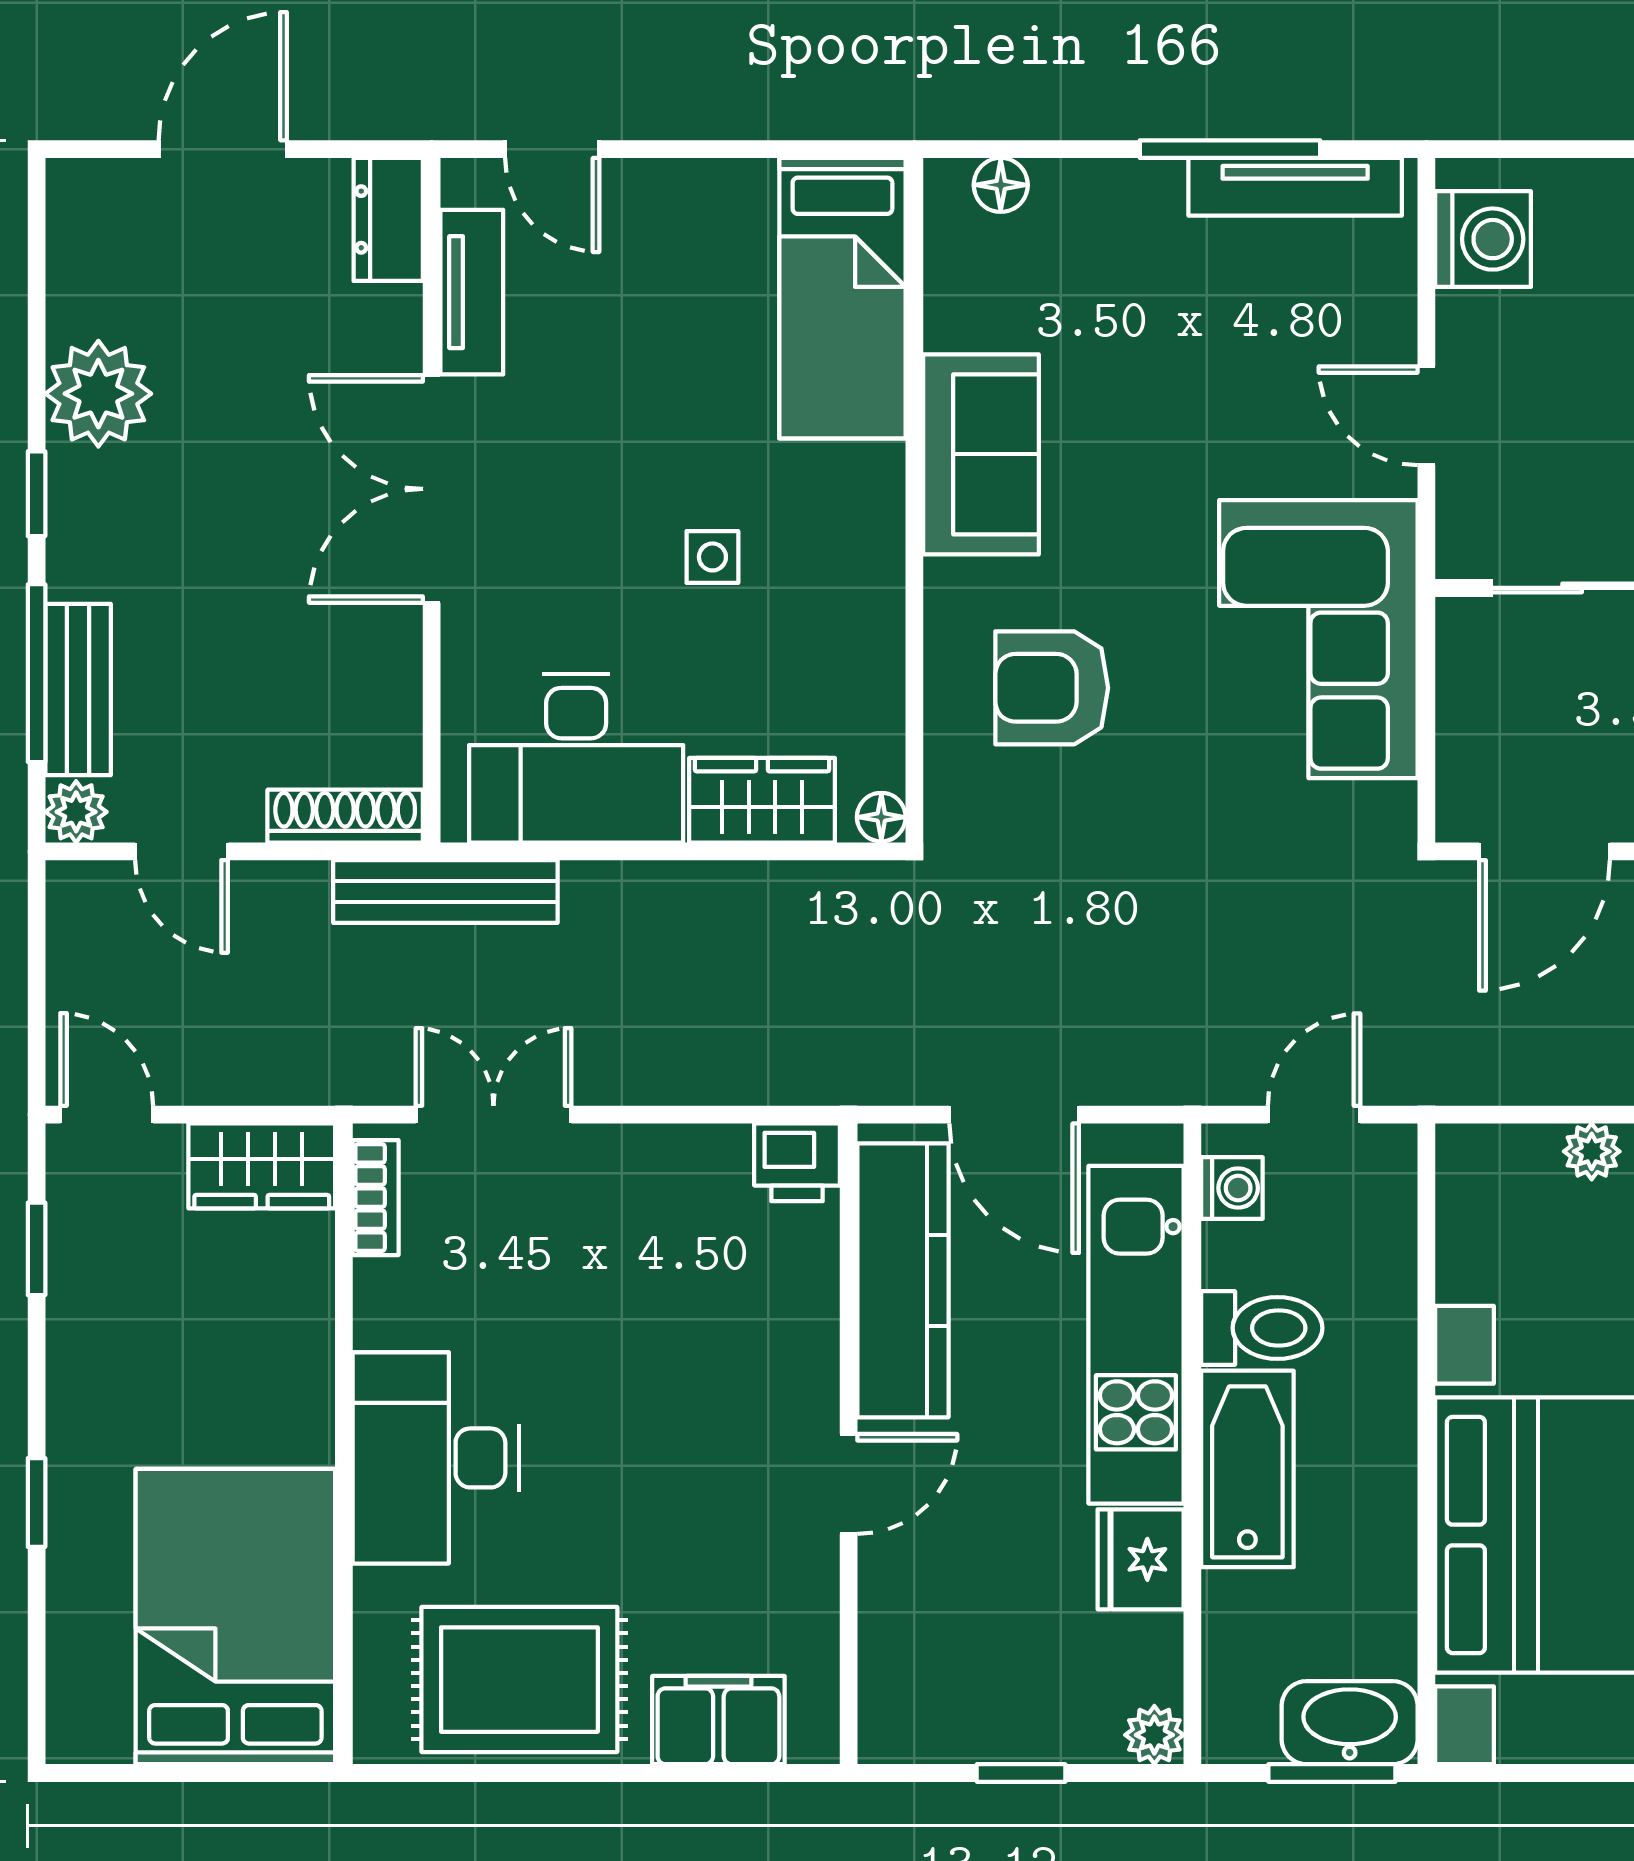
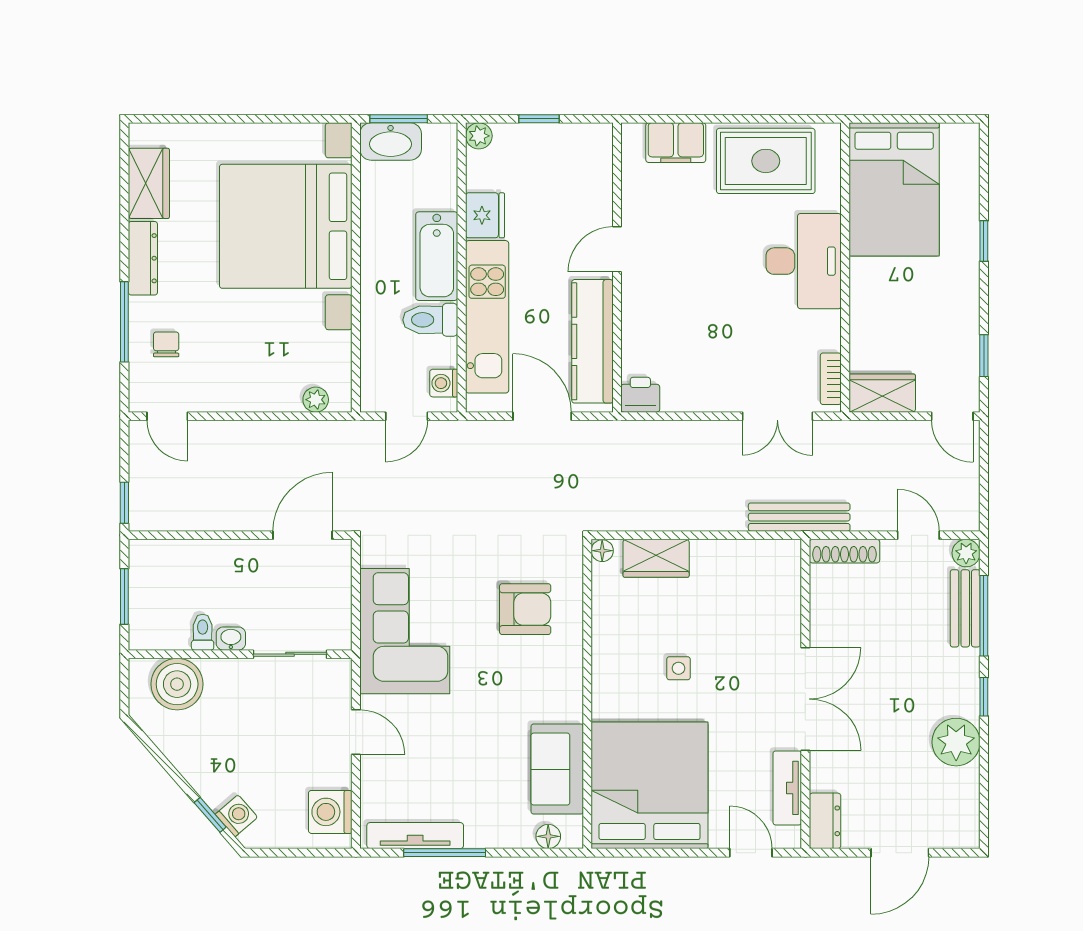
bed: (842, 298) -> (650, 785), width x2.04
sofa: (981, 454) -> (557, 769), moved
desk: (576, 758) -> (740, 577), removed
plant: (1592, 1151) -> (316, 400), moved

